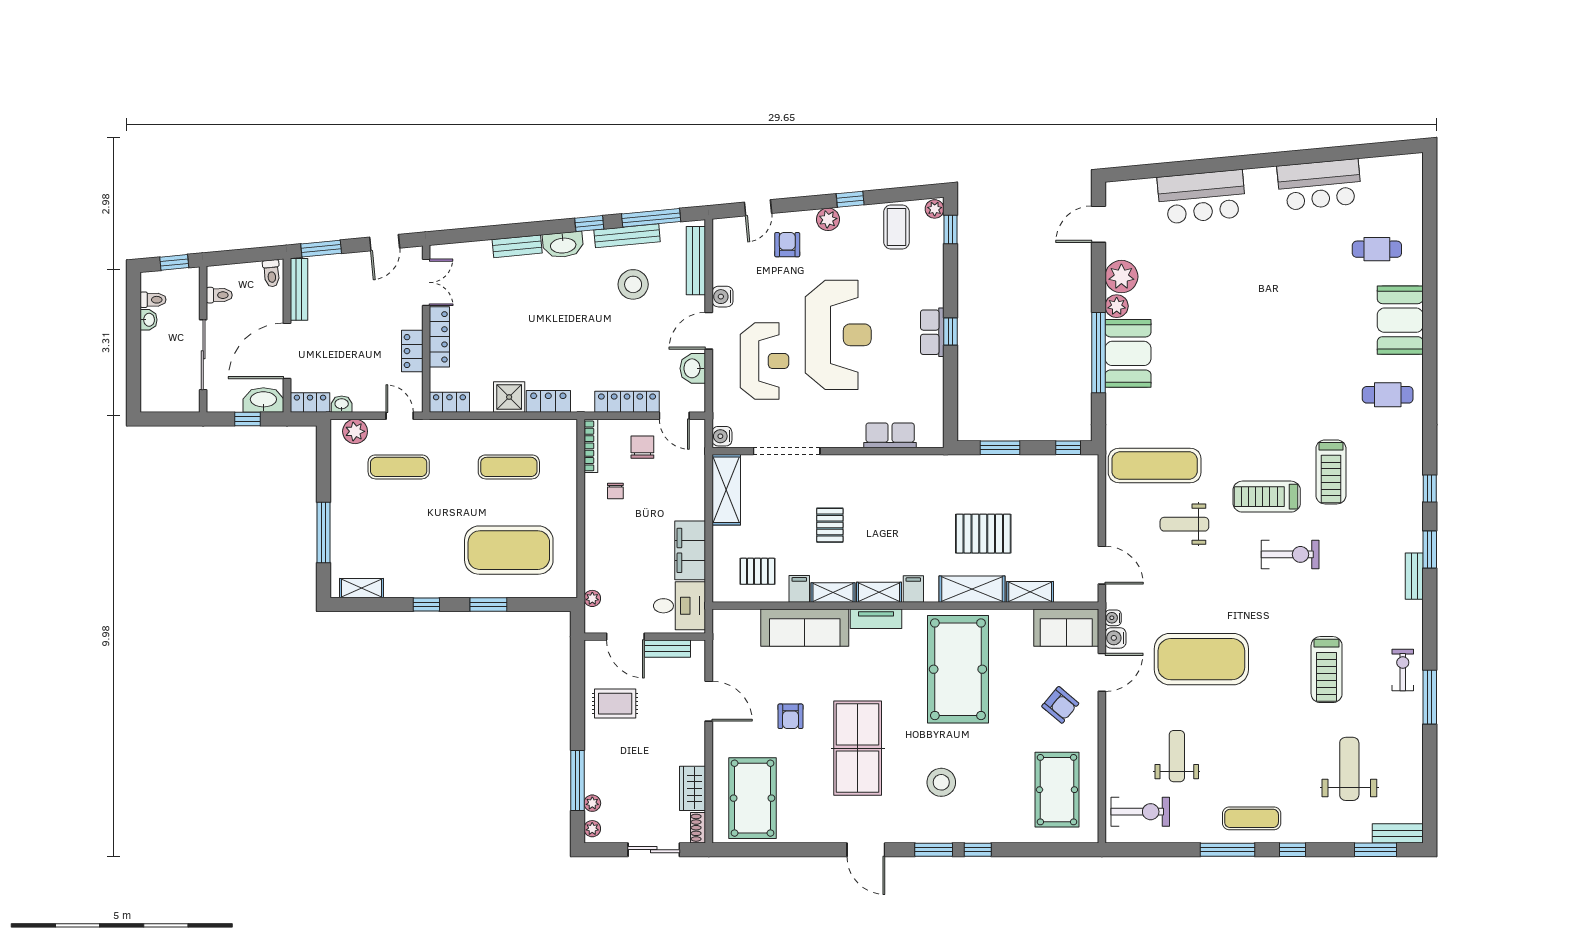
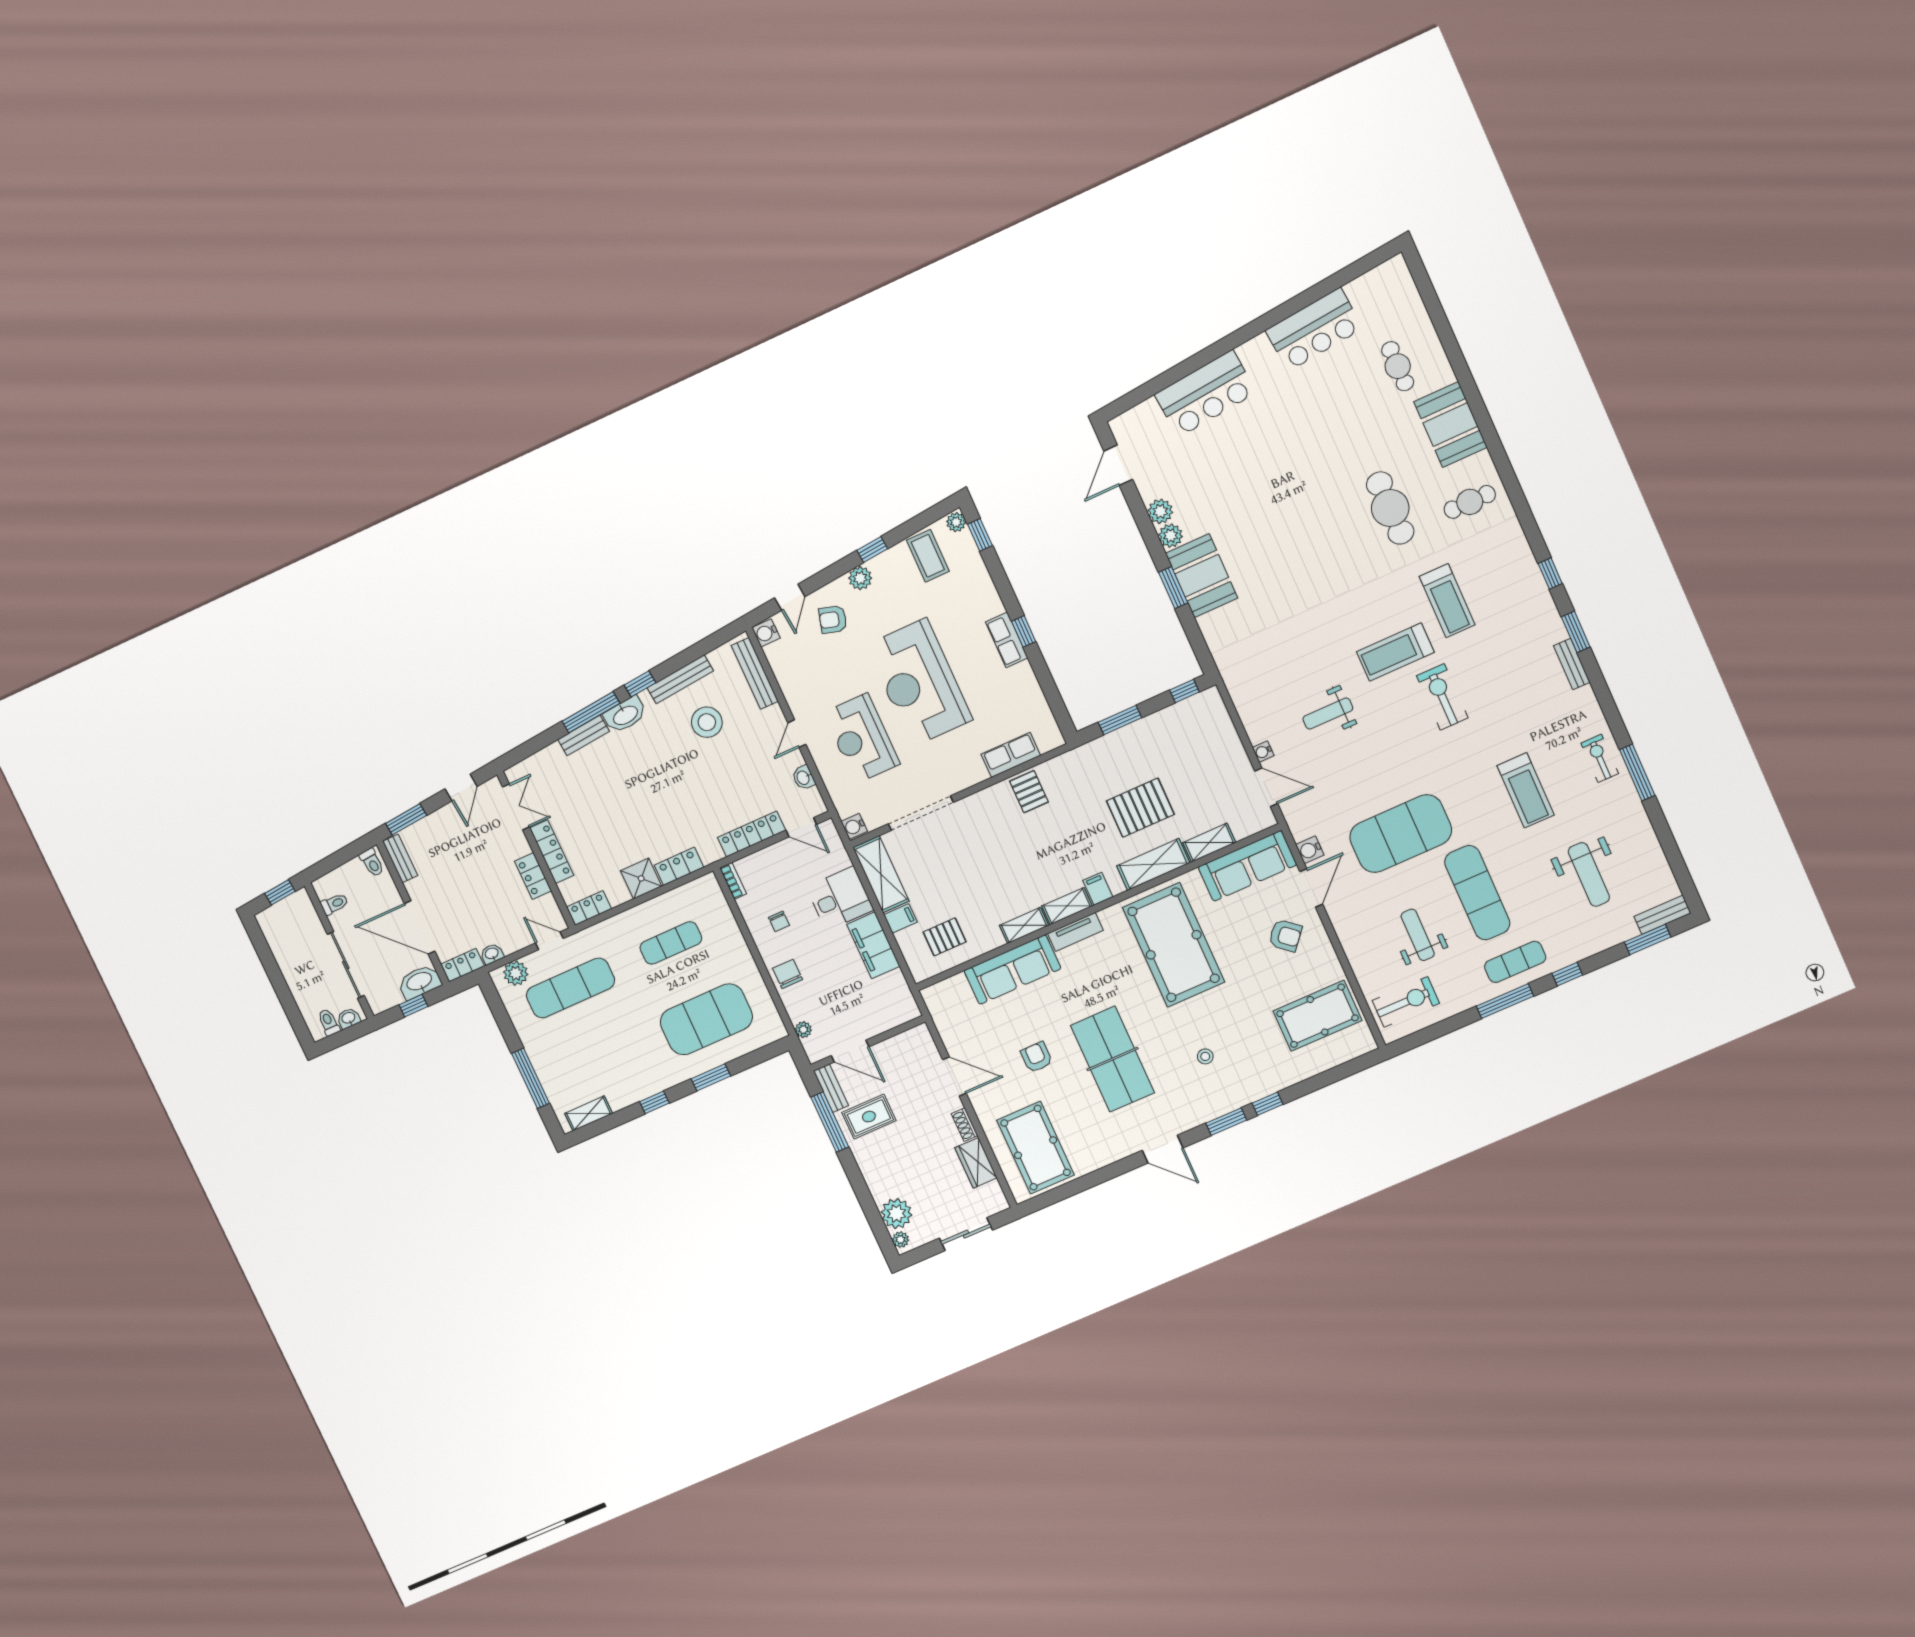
window: (651, 218) -> (591, 712), moved
armchair: (787, 245) -> (833, 619), turned -74
cafe table: (1377, 249) -> (1398, 366), turned 90
plant: (1121, 277) -> (1160, 511), width x0.73, depth x0.73
bench: (299, 289) -> (400, 858), width x0.73
water cooler: (723, 297) -> (766, 633), moved
toilet: (153, 300) -> (329, 1022), moved, turned -90
washbasin: (149, 320) -> (349, 1018), moved, turned -90
door: (709, 331) -> (797, 734), width x0.73
reception desk: (838, 335) -> (919, 683), turned 180
door: (287, 351) -> (420, 927), hinge flipped
window: (1099, 353) -> (1173, 588), width x0.47
reception desk: (764, 361) -> (862, 738), turned 180
washbasin: (693, 368) -> (803, 778), width x0.72, depth x0.69
cafe table: (1317, 369) -> (1390, 508), added
bookcase: (591, 446) -> (733, 881), width x0.64
chair: (642, 447) -> (788, 974), moved
exercise mat: (1155, 465) -> (1477, 893), moved, turned 90
exercise mat: (399, 467) -> (570, 988), width x1.36, depth x1.45
pallet: (830, 525) -> (1029, 792), moved
exercise bike: (1290, 554) -> (1442, 697), turned -90
filing cabinet: (799, 589) -> (900, 918), moved, turned 90
desk: (680, 606) -> (840, 899), moved
water cooler: (1113, 618) -> (1263, 752), moved
sofa: (1066, 628) -> (1247, 866), width x1.36
bench: (667, 649) -> (831, 1088), moved, turned 90
armchair: (790, 716) -> (1036, 1057), turned 180
weight bench: (1349, 769) -> (1589, 874), turned 180
window: (577, 781) -> (830, 1122), moved
stool: (941, 782) -> (1205, 1056), width x0.53, depth x0.53
pool table: (1057, 790) -> (1318, 1016), turned 90
plant: (592, 803) -> (896, 1214), width x1.87, depth x1.87
shoe rack: (698, 828) -> (964, 1125), moved

